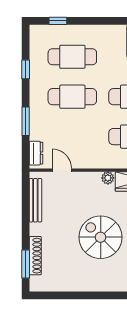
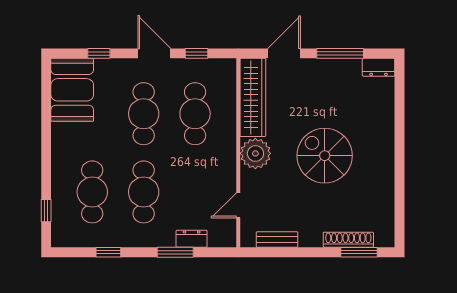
dresser: (36, 153) -> (192, 239), moved
plant: (108, 178) -> (255, 153), width x1.88, depth x1.88
bench: (35, 200) -> (277, 240), width x0.73
spiral stairs: (101, 237) -> (325, 156), turned 90

